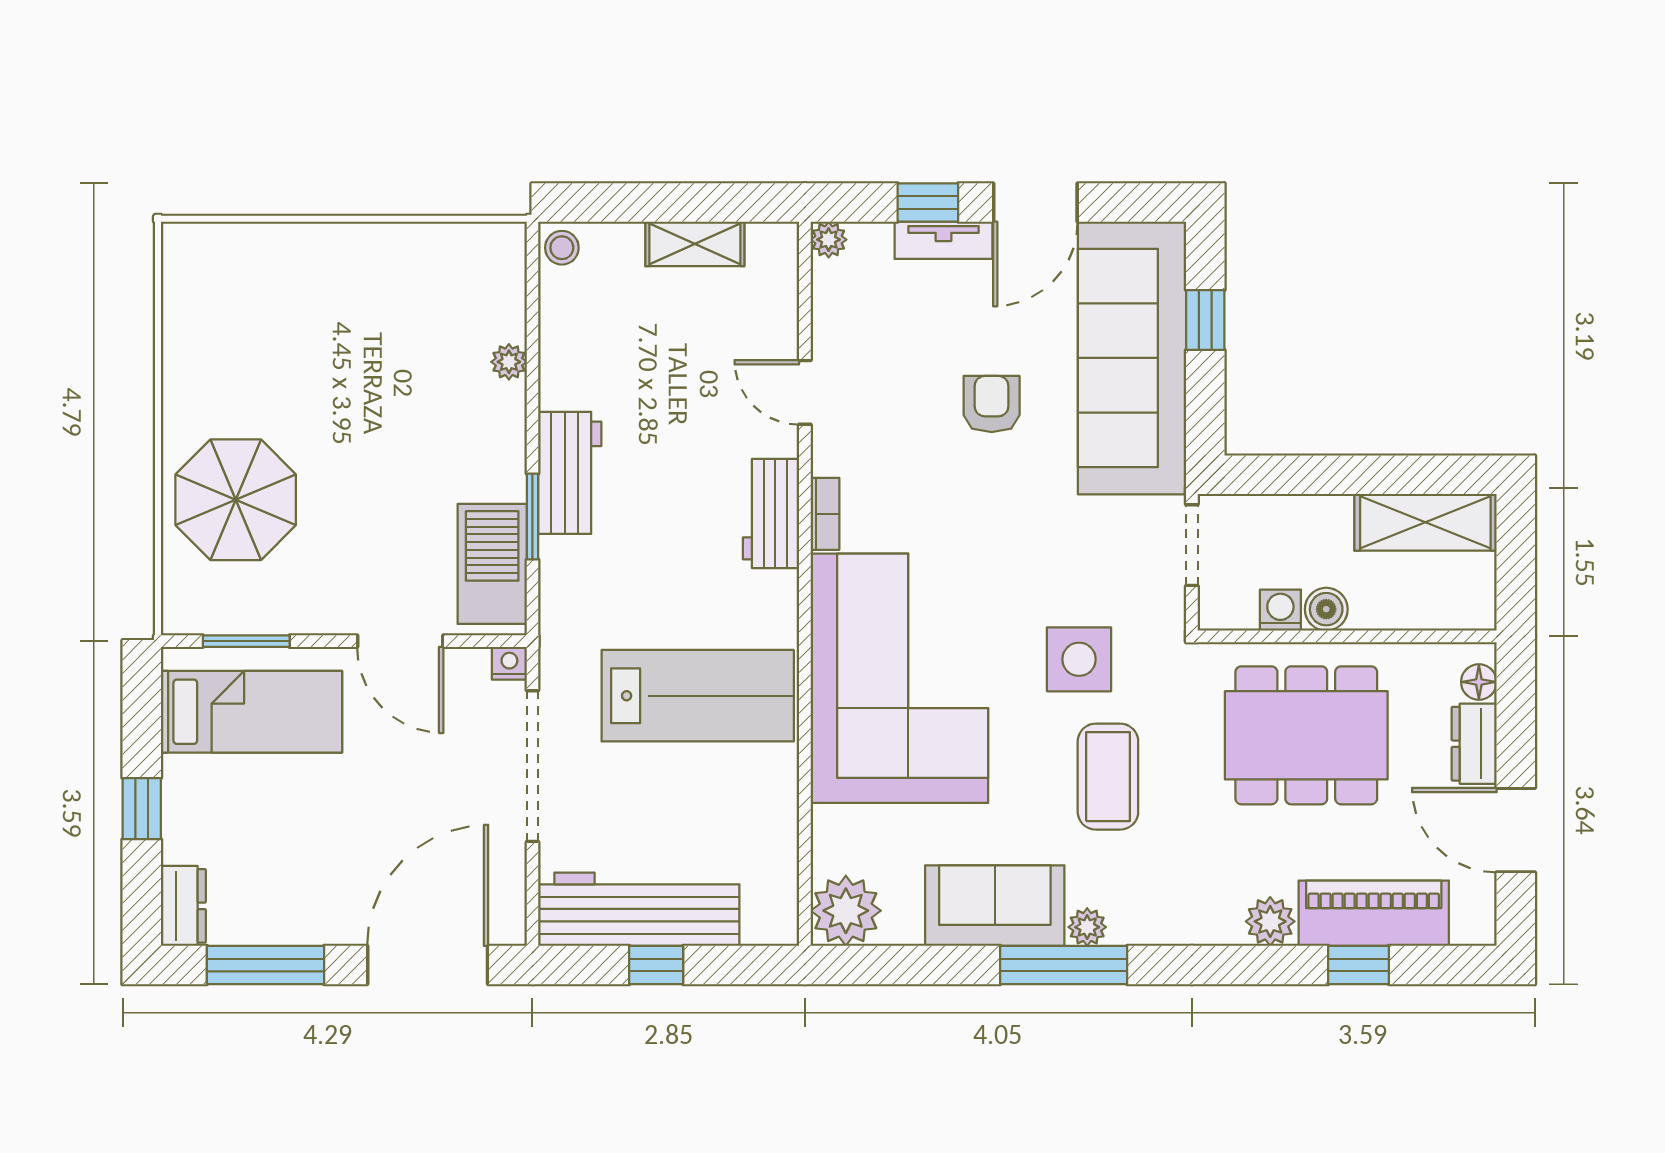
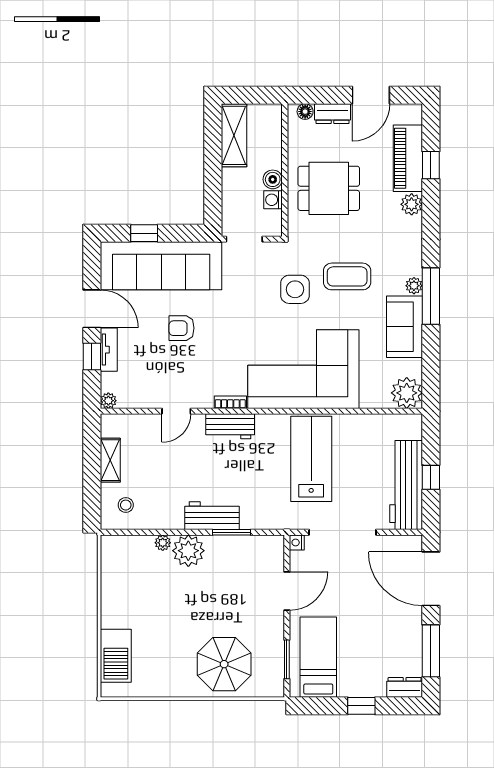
stool: (562, 248) -> (126, 505), moved
plant: (491, 419) -> (188, 551), added
barbecue: (492, 564) -> (116, 656), moved, turned -90
dining table: (1306, 735) -> (329, 188), width x0.73

